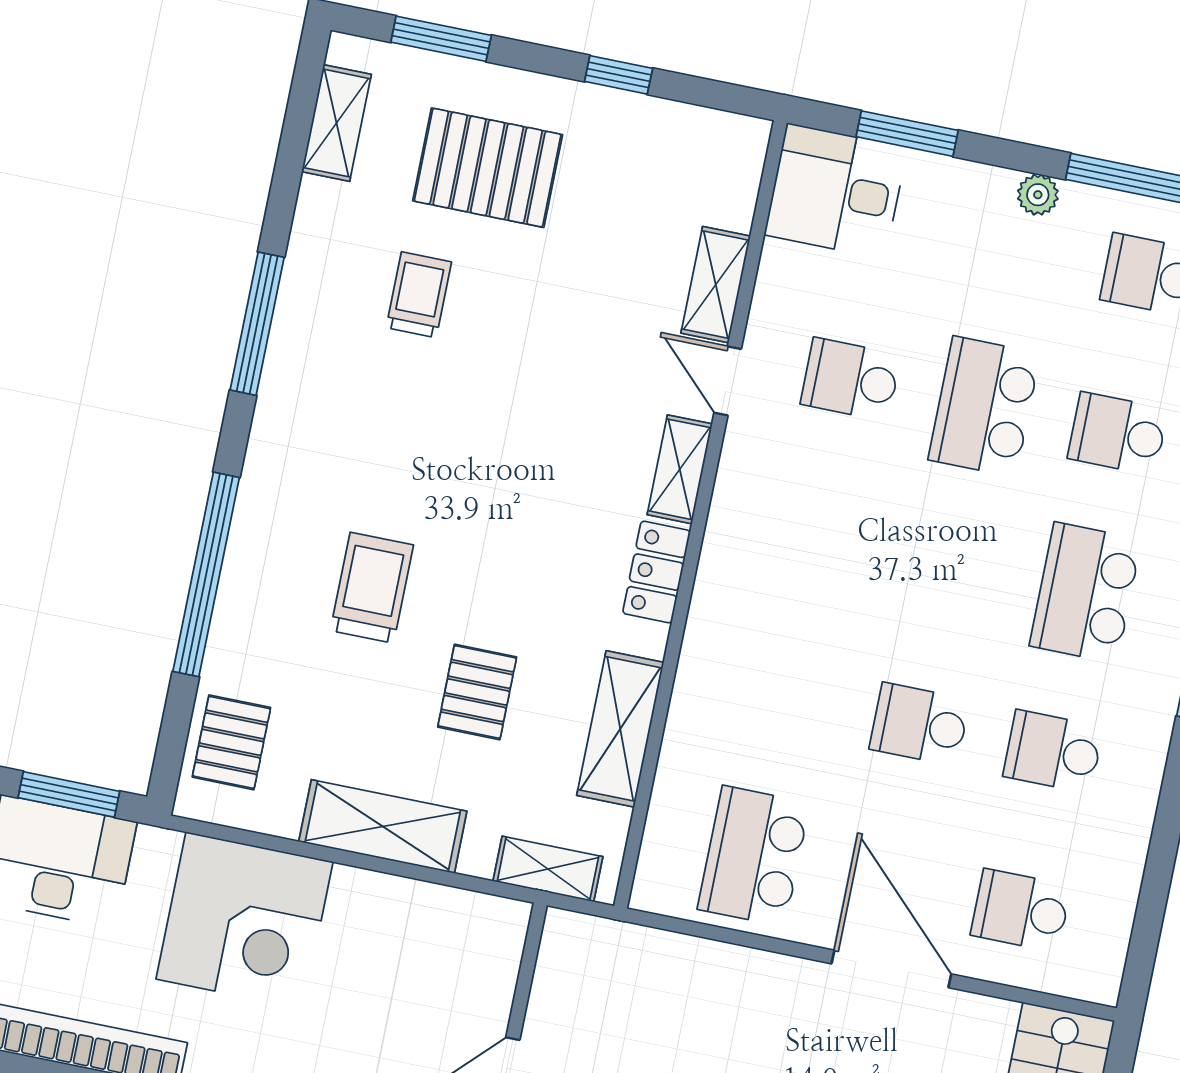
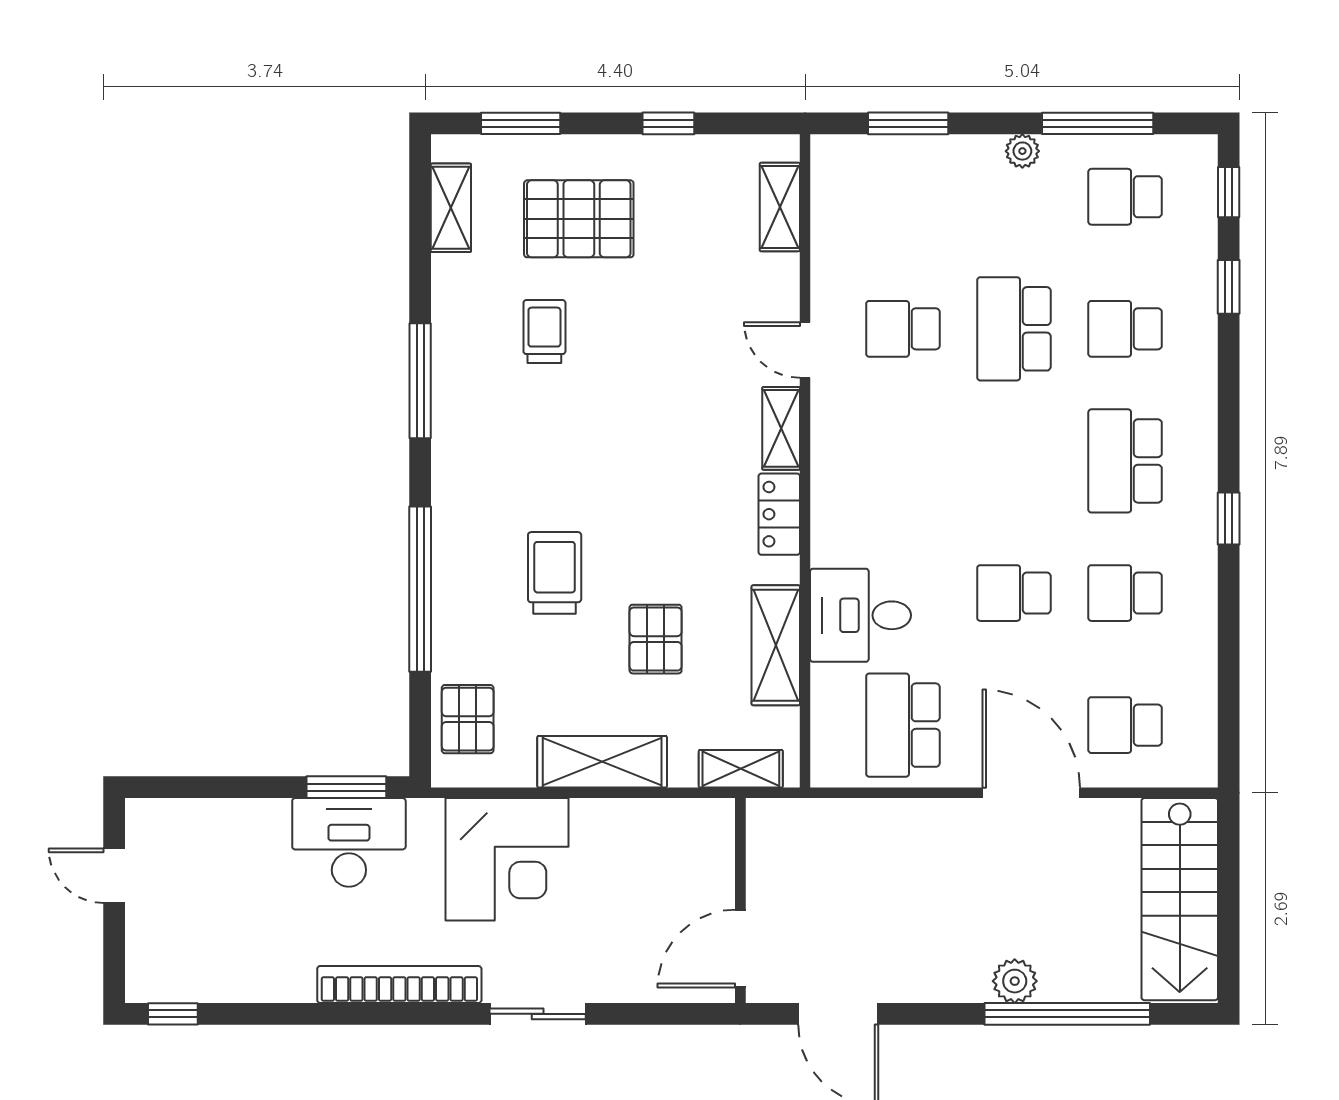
desk: (836, 191) -> (861, 615), moved
shelving: (716, 285) -> (780, 207), moved

